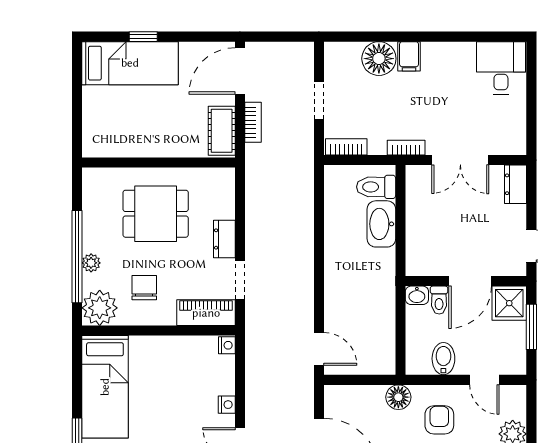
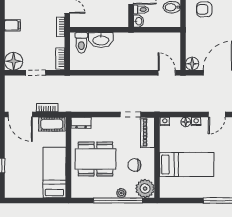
floor lamp: (379, 59) -> (14, 61), moved
bed: (130, 63) -> (54, 173), moved
dining table: (156, 214) -> (95, 159), width x1.38
dresser: (224, 239) -> (81, 123), moved
door: (319, 349) -> (167, 73), hinge flipped
floor lamp: (226, 385) -> (186, 122), added
bed: (105, 387) -> (187, 165), moved
floor lamp: (398, 397) -> (192, 64), moved

